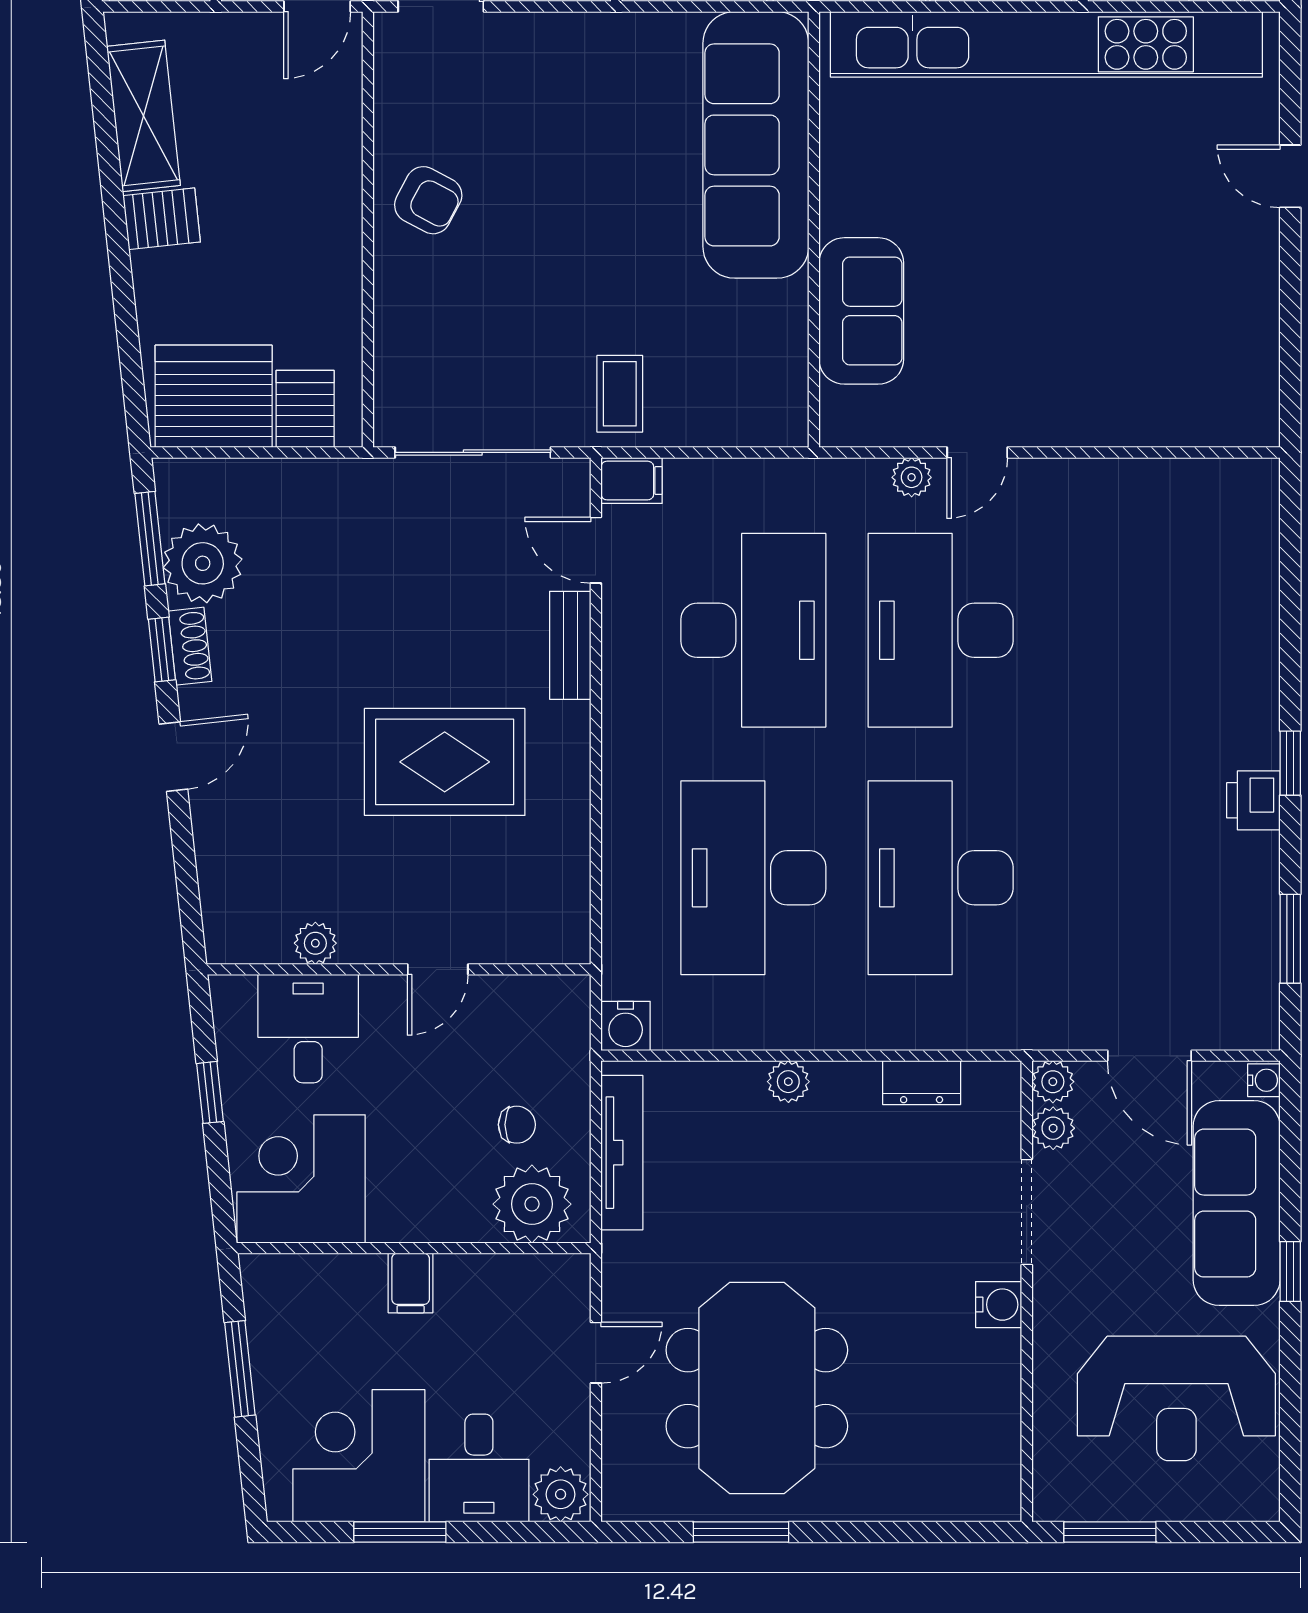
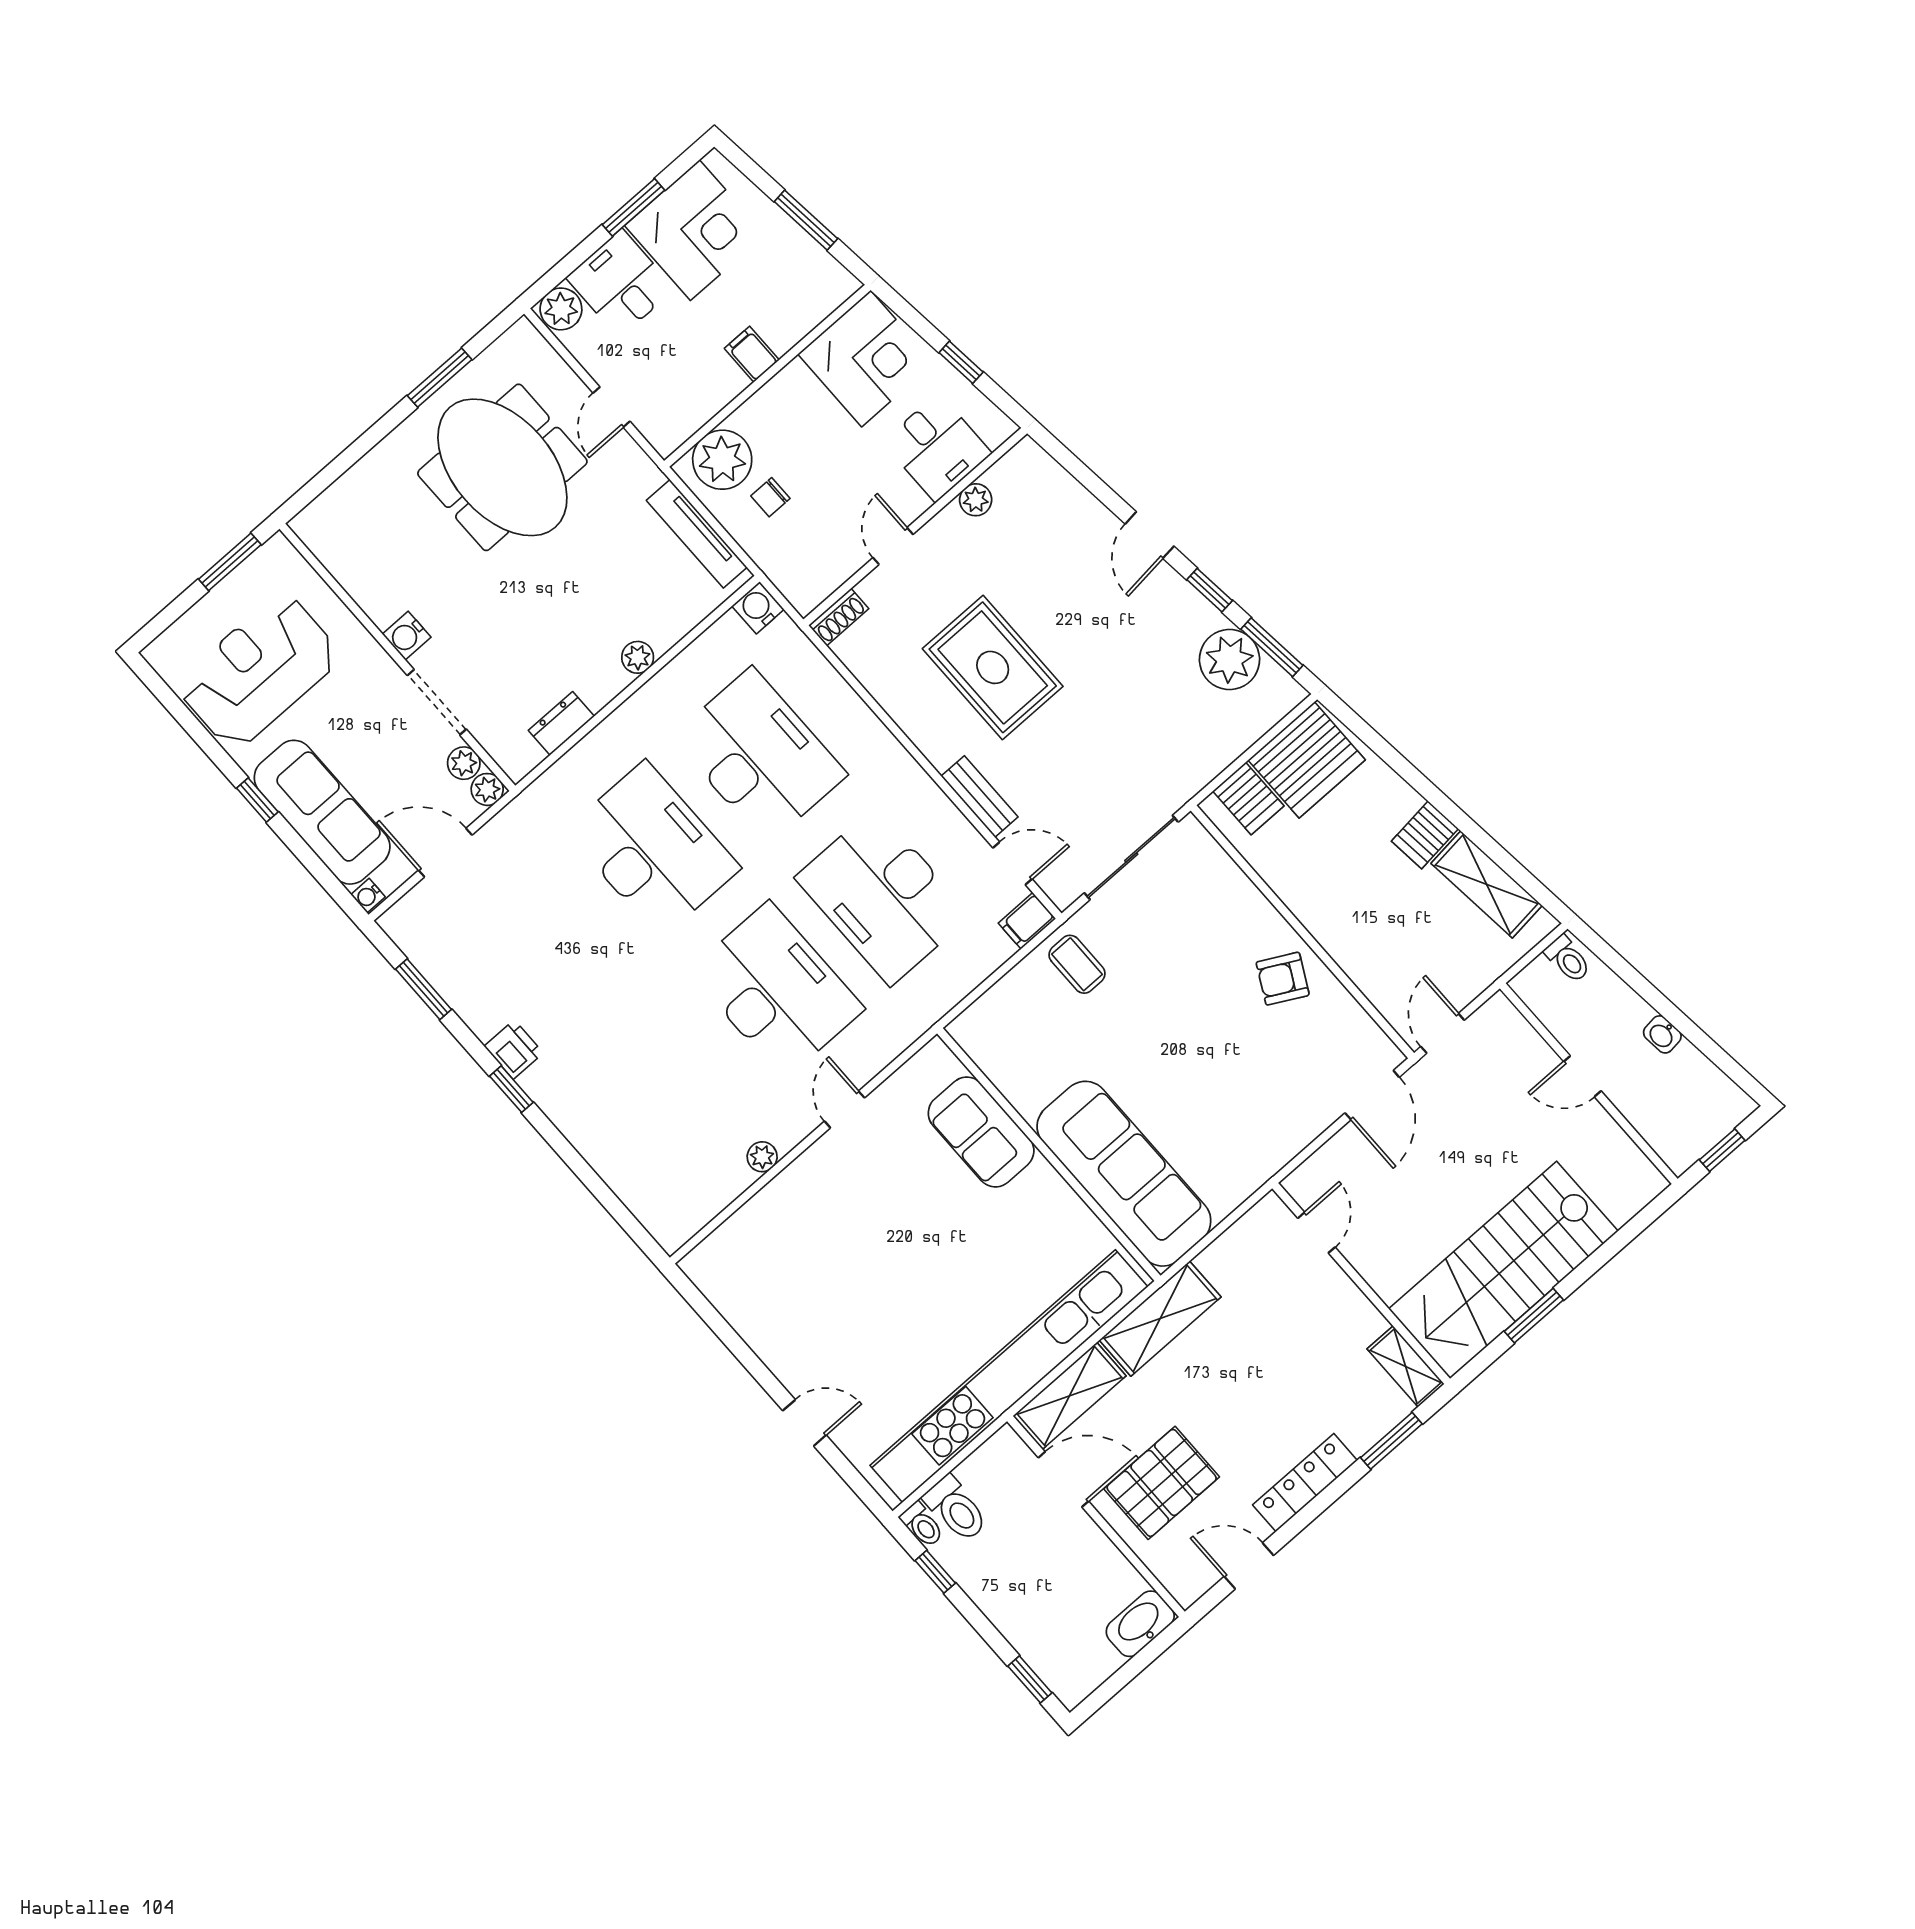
plant: (912, 477) -> (762, 1157), moved
shoe rack: (190, 646) -> (839, 617), moved, turned -84
rug: (445, 762) -> (993, 667), turned 90

